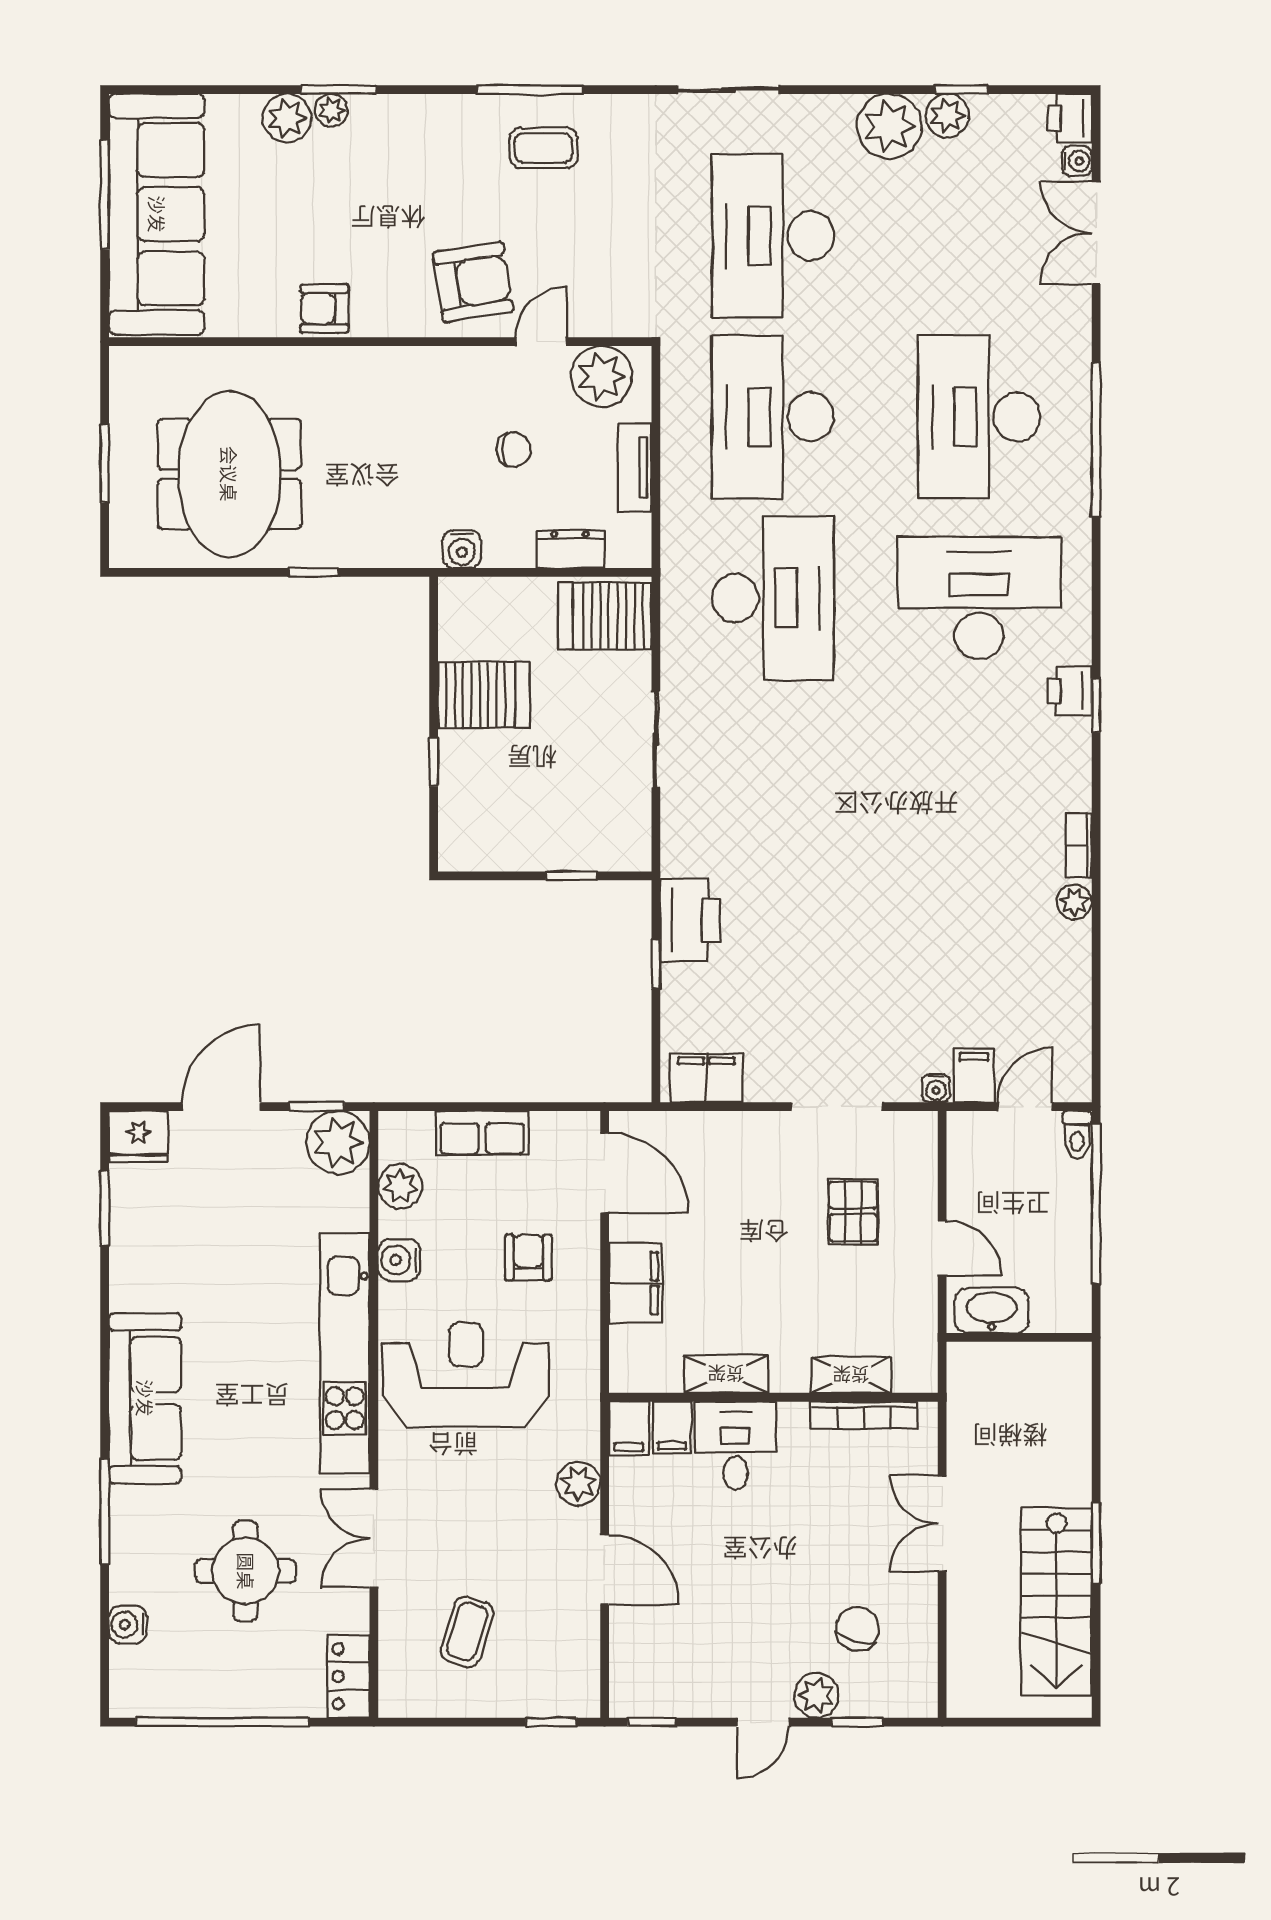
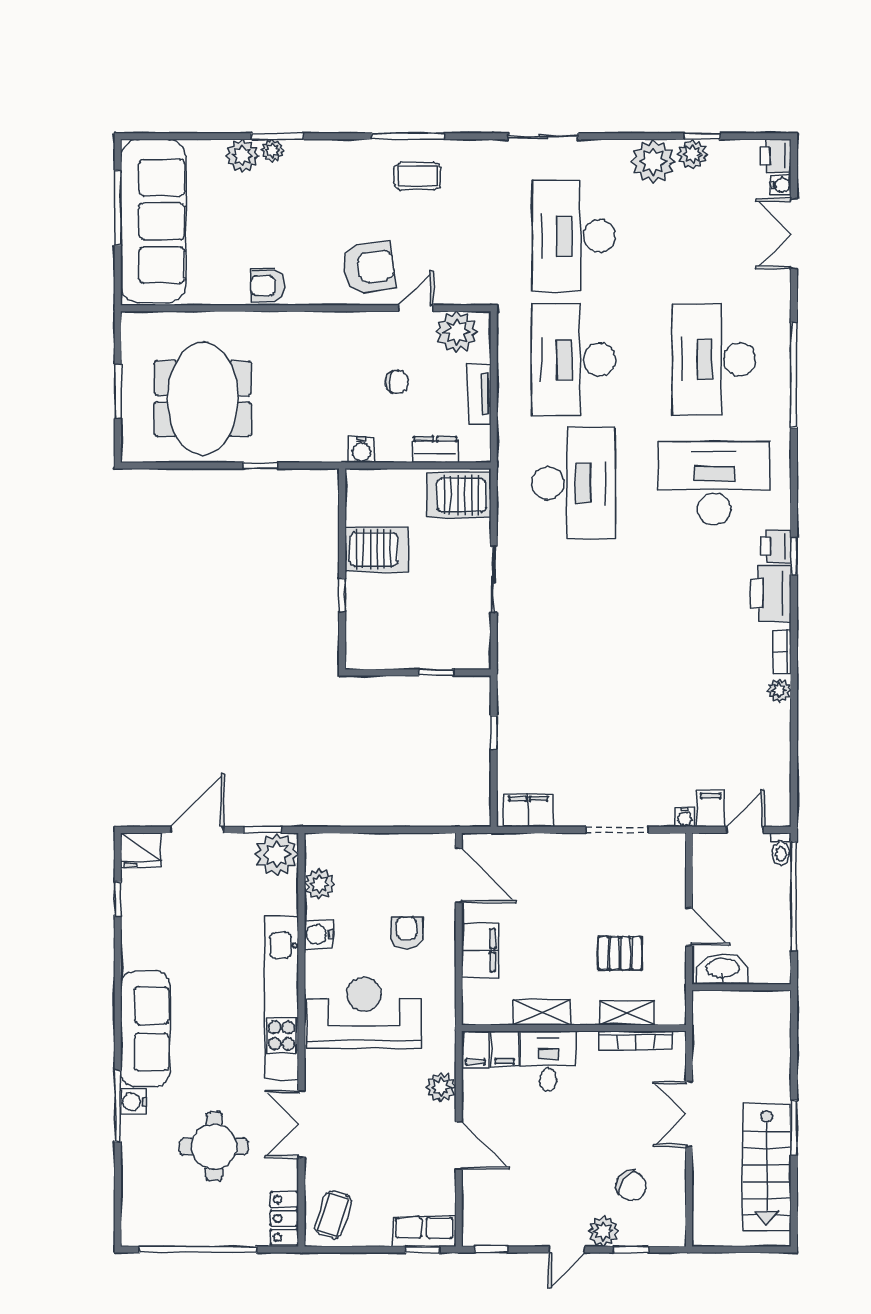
printer: (690, 920) -> (771, 593), moved, turned 180
row of seats: (482, 1133) -> (424, 1232), moved, turned 180
window: (105, 1208) -> (118, 899), width x0.67
pallet: (853, 1211) -> (620, 953), moved, turned 90
water cooler: (128, 1625) -> (133, 1102), moved
chair: (858, 1629) -> (631, 1186), turned 111
coffee table: (467, 1632) -> (333, 1215), moved

